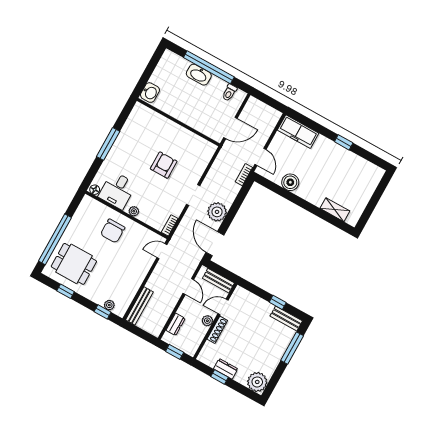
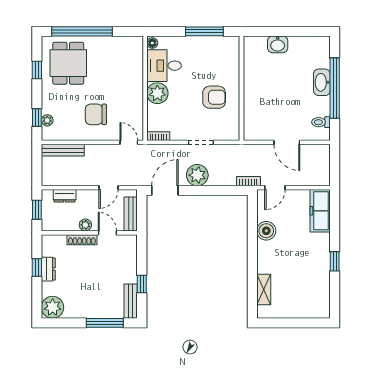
wall: (178, 122) -> (241, 88), moved
plant: (134, 211) -> (157, 93), width x1.87, depth x1.87
chair: (113, 231) -> (96, 114), moved

